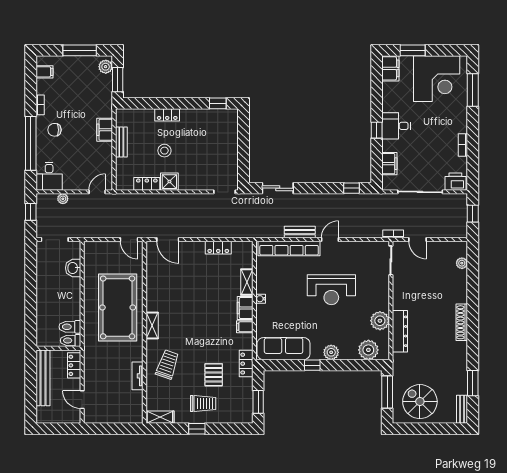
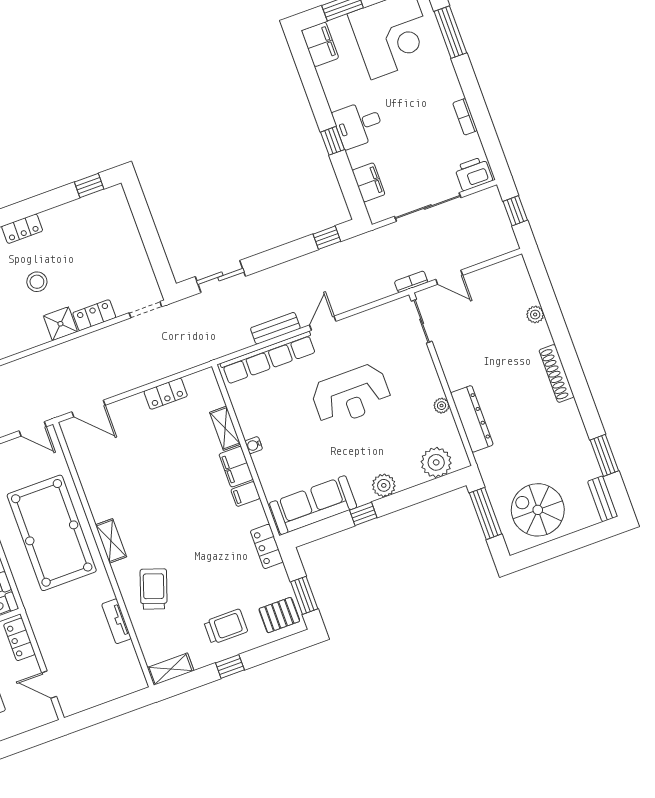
locker: (147, 184) -> (94, 315), moved
plant: (462, 263) -> (535, 315), moved
plant: (380, 321) -> (442, 406), width x0.53, depth x0.53
pallet: (214, 375) -> (279, 615), moved, turned 90

